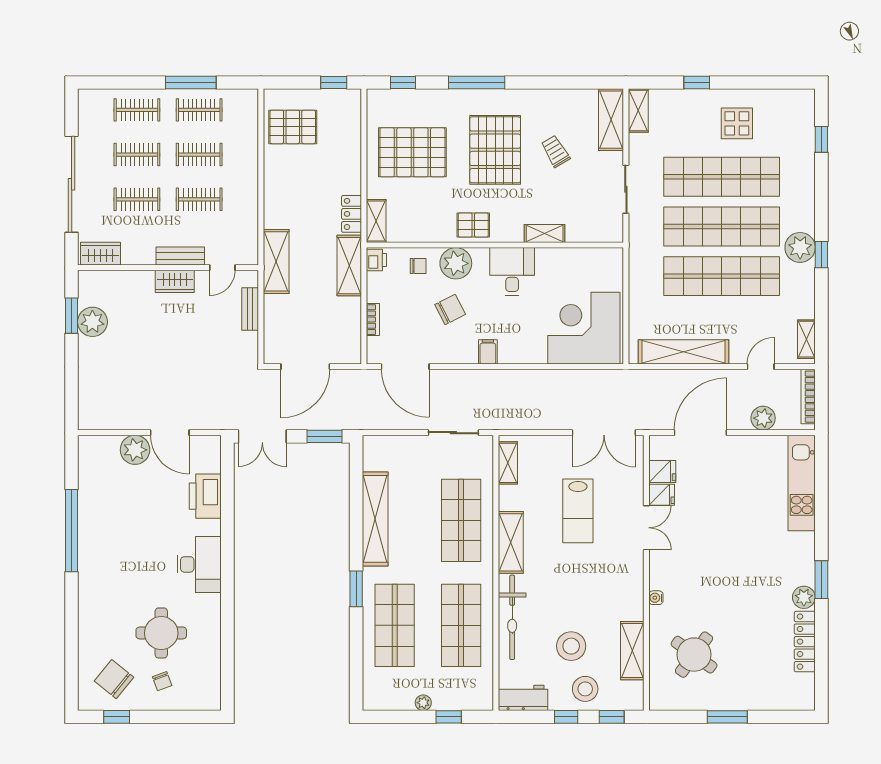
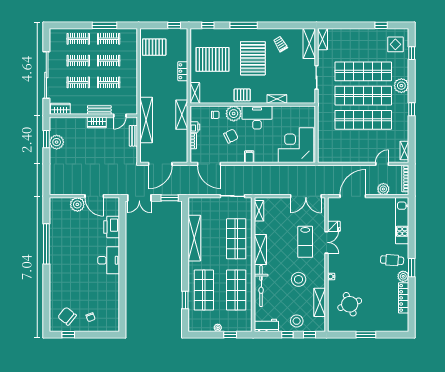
window: (697, 83) -> (381, 25), moved
display table: (737, 123) -> (395, 44), moved
trolley: (555, 151) -> (280, 44), moved
locker: (352, 214) -> (183, 71), moved
plant: (800, 247) -> (401, 86), moved
printer: (376, 260) -> (195, 127), moved
shelving: (276, 261) -> (146, 120), width x1.47
desk: (512, 271) -> (257, 118), width x1.37
shelving: (684, 352) -> (345, 157), removed
fridge: (662, 471) -> (334, 215), removed
lab bench: (578, 511) -> (305, 242), moved
cafe table: (781, 564) -> (392, 260), added
window: (356, 589) -> (185, 300), moved
round table: (161, 633) -> (90, 294), removed
stool: (571, 646) -> (299, 279), moved
round table: (694, 655) -> (350, 304), turned 33

